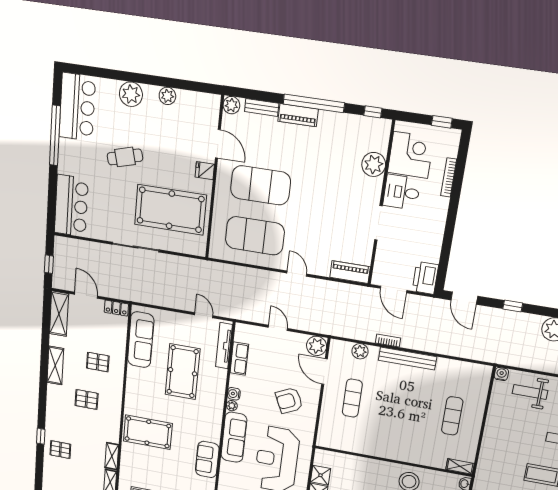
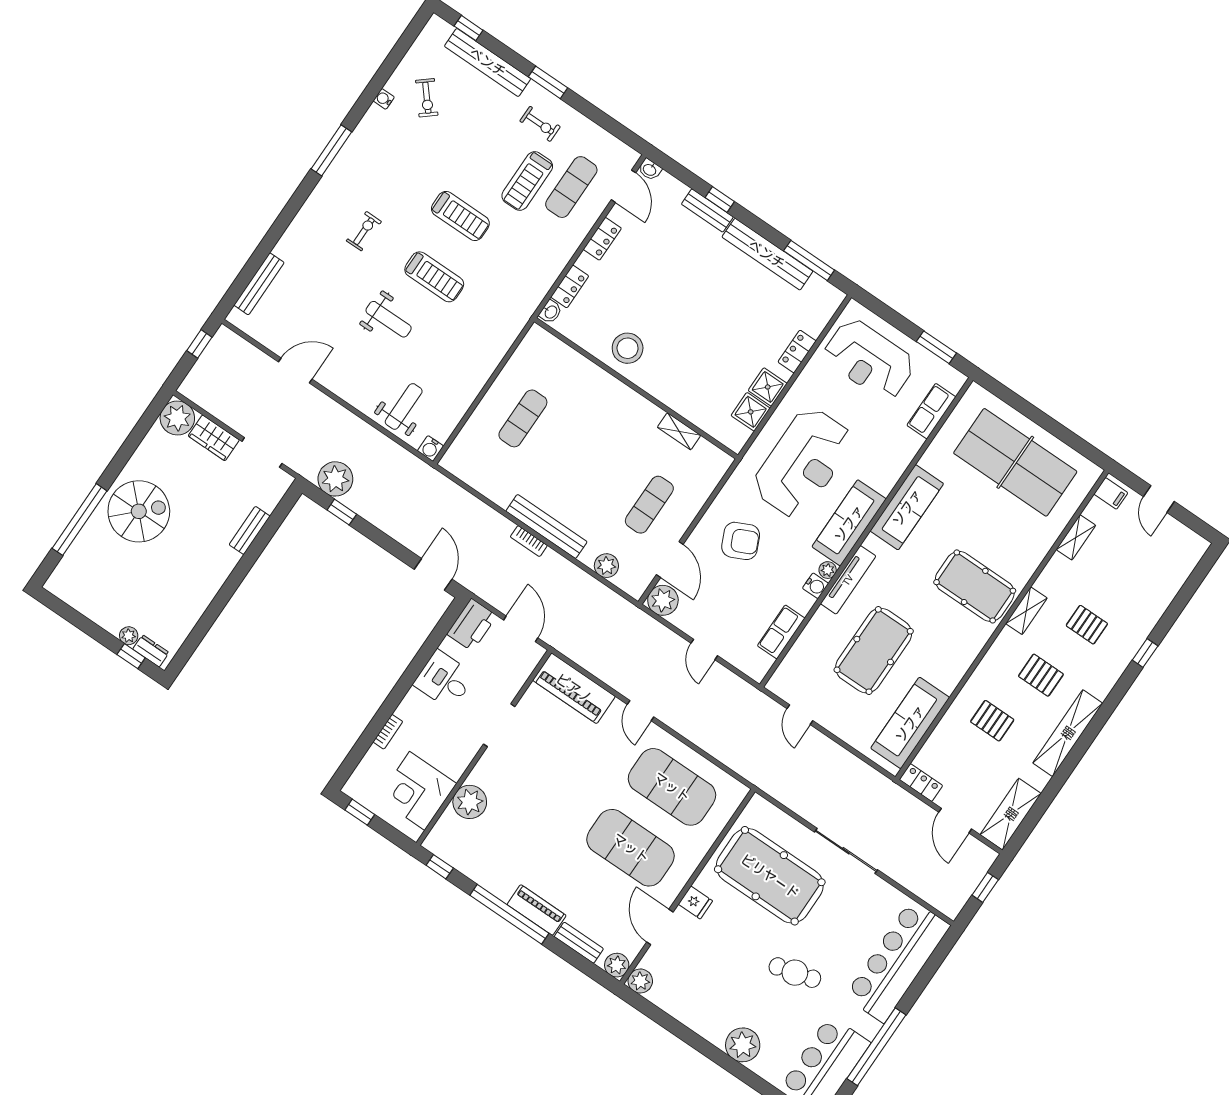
plant: (167, 96) -> (640, 981), moved
bookcase: (449, 177) -> (388, 732), width x0.64
desk: (402, 192) -> (444, 680), moved, turned 180
bar counter: (71, 206) -> (898, 961), width x1.36
piano: (350, 272) -> (574, 688), width x1.37, depth x1.33
window: (513, 306) -> (342, 512), moved
bookcase: (388, 341) -> (529, 541), moved
tv unit: (224, 346) -> (848, 580), moved
shelving: (55, 365) -> (1068, 733), width x1.47
weight bench: (530, 392) -> (404, 406), turned -90
pallet: (60, 450) -> (1087, 625), moved
shelving: (112, 456) -> (1026, 611), moved
sofa: (207, 459) -> (907, 507), width x1.36
shelving: (460, 466) -> (679, 431), moved

